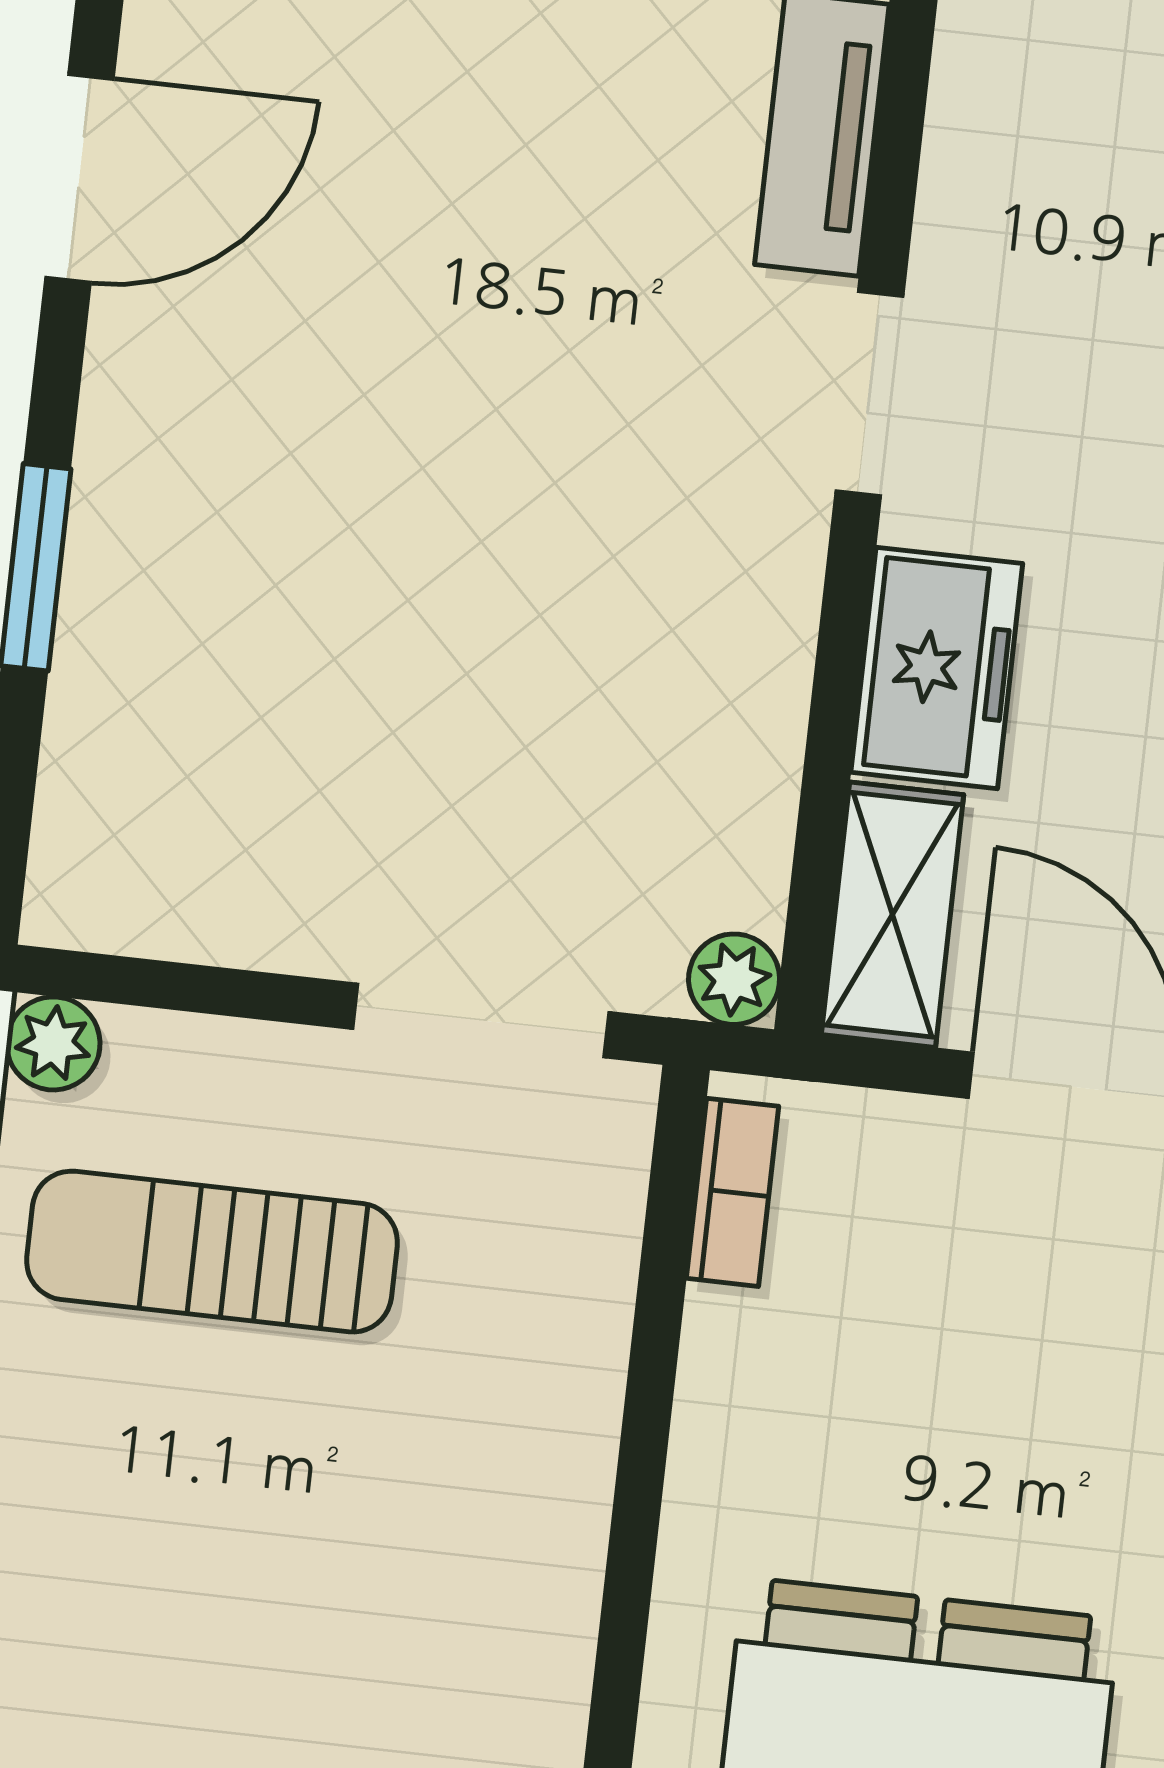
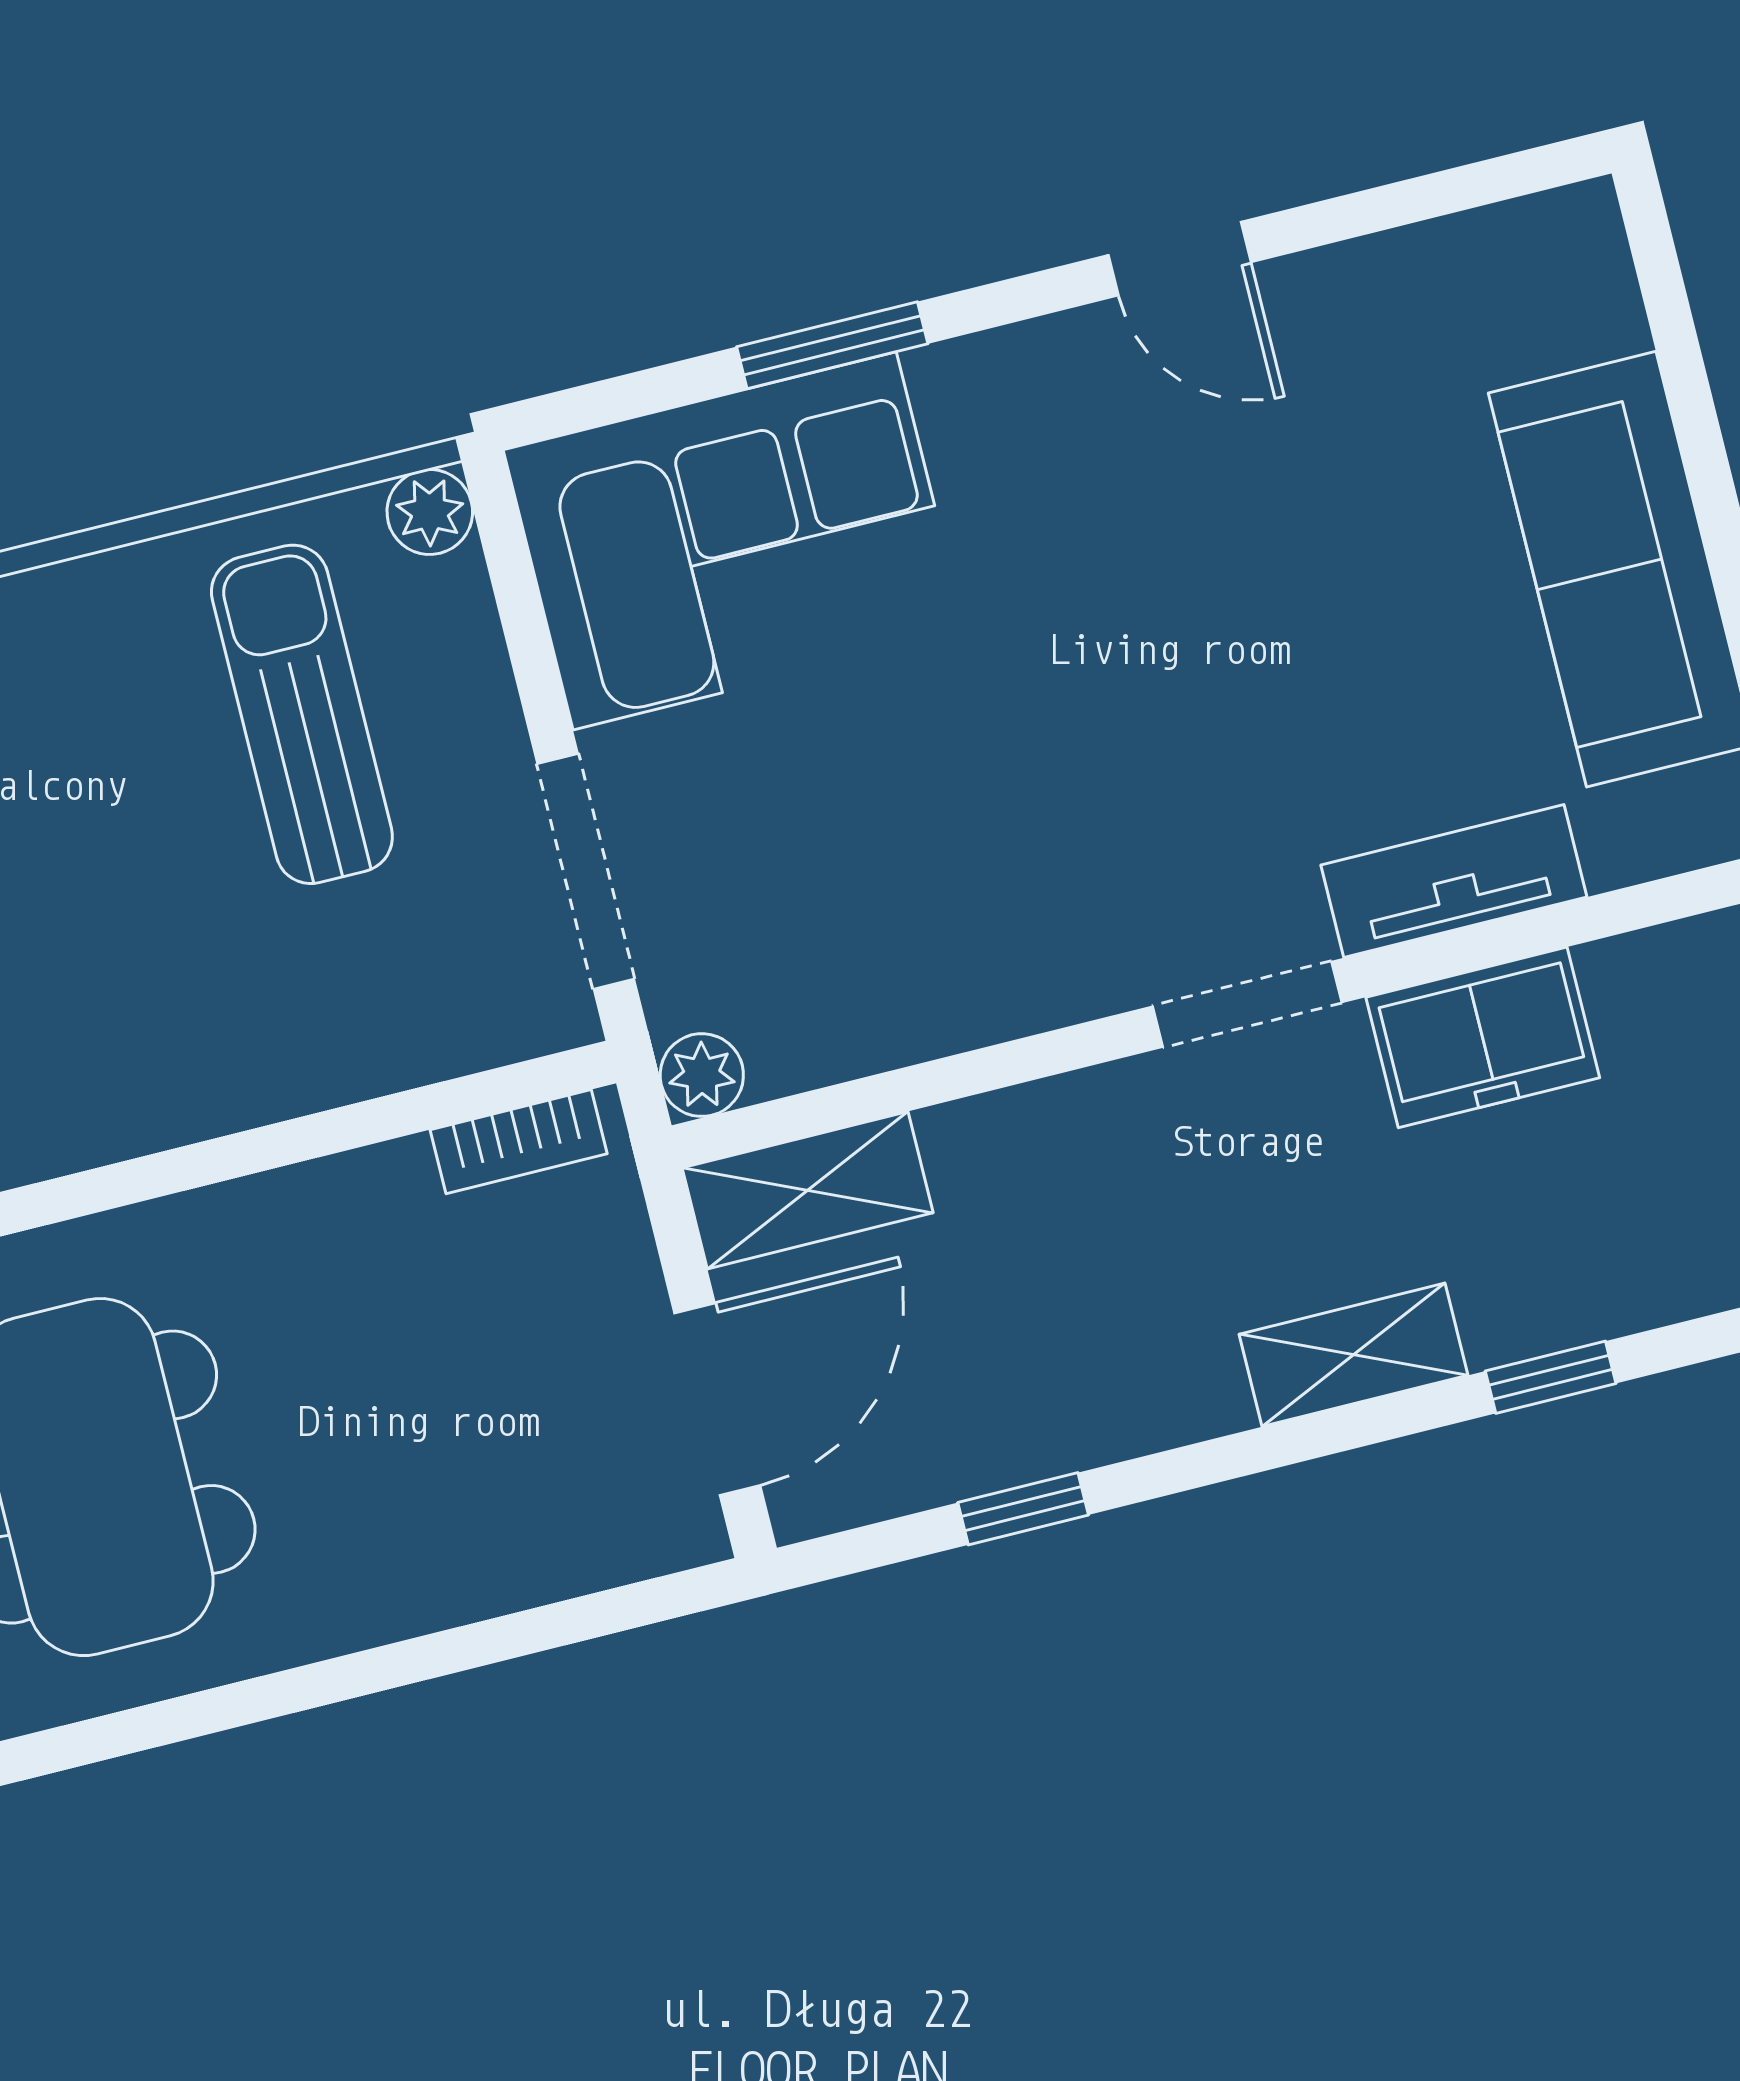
door: (79, 178) -> (1180, 259), width x0.73
freezer: (937, 668) -> (1483, 1037), moved
corner sofa: (199, 742) -> (735, 541), added

